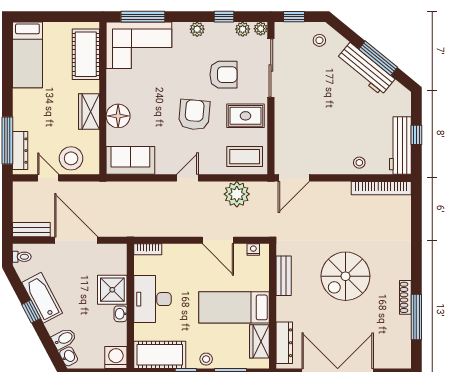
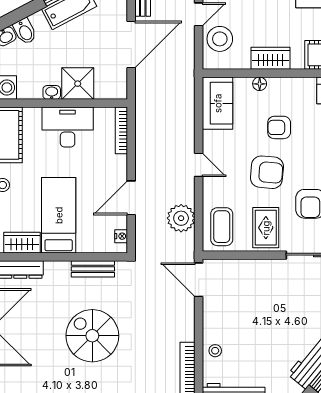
armchair: (153, 104) -> (279, 127), added
floor lamp: (118, 116) -> (260, 84), width x0.53, depth x0.53
bookcase: (148, 249) -> (121, 130), width x1.56

